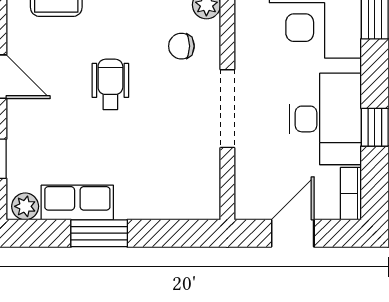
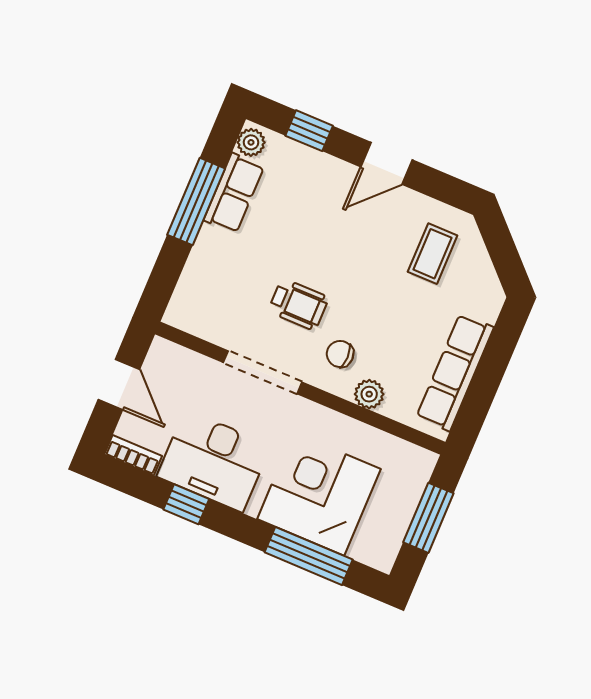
chair: (181, 46) -> (340, 354), turned -90
wheelchair: (110, 84) -> (298, 304), moved
window: (99, 233) -> (196, 202), width x1.44

